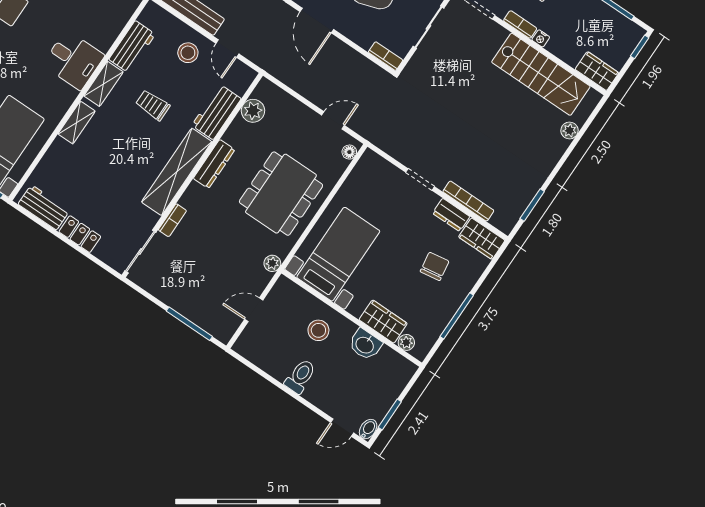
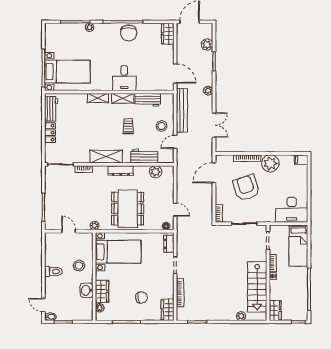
shelving: (177, 172) -> (106, 157), width x0.68
dining table: (281, 194) -> (128, 209), turned 90
dresser: (451, 215) -> (169, 244), moved

